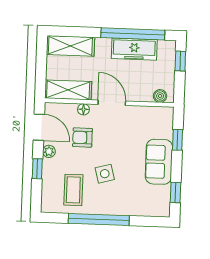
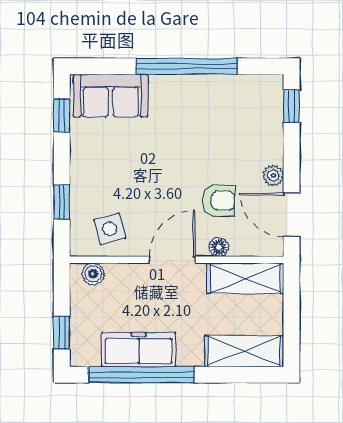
door: (112, 103) -> (172, 260), swing flipped
sofa: (159, 162) -> (111, 96), moved, turned 90
window: (37, 169) -> (291, 106), moved
side table: (105, 174) -> (110, 229), moved
coffee table: (73, 190) -> (231, 113), removed

